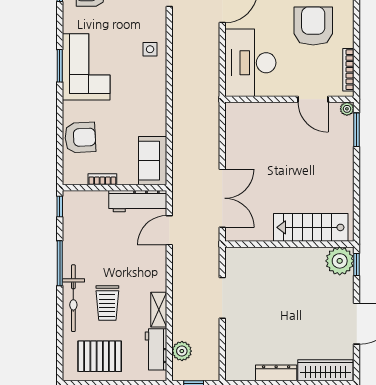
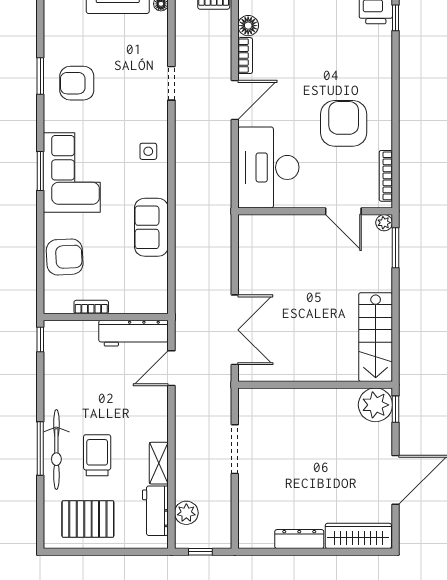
sofa: (153, 161) -> (151, 227), moved
stairs: (311, 227) -> (376, 337), moved, turned -90
window: (60, 263) -> (40, 449), moved
trolley: (107, 303) -> (97, 455), turned 180

